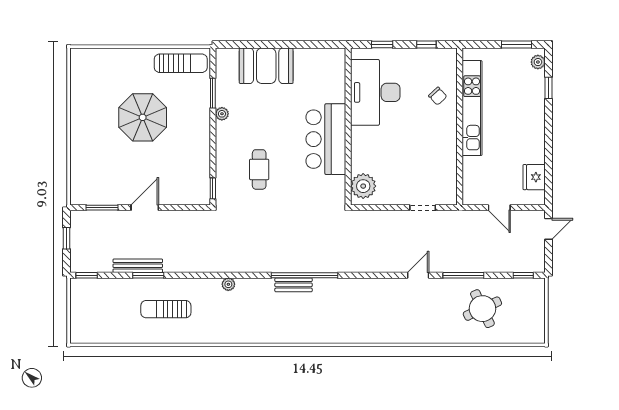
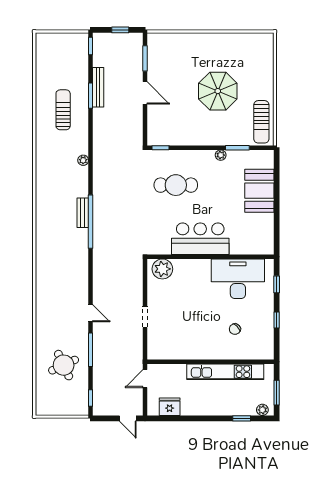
kitchen unit: (472, 108) -> (225, 372), moved
wall: (460, 126) -> (210, 362), moved
cafe table: (259, 169) -> (176, 185), width x1.37, depth x1.35

